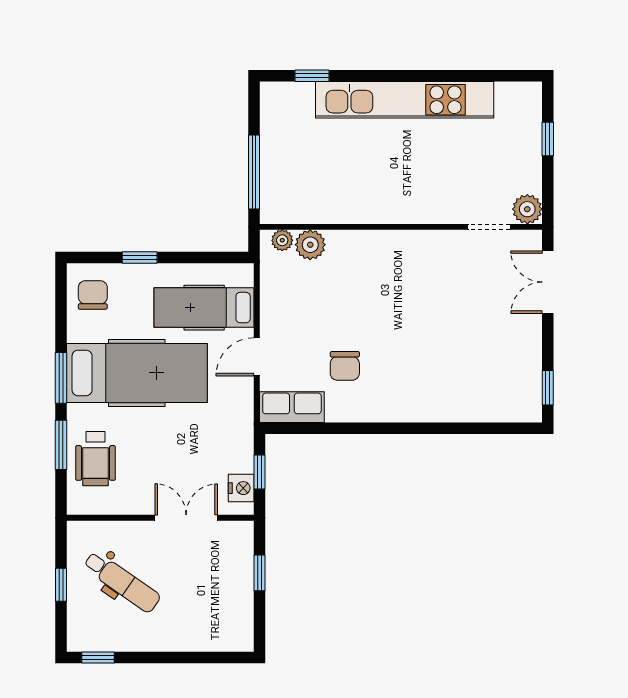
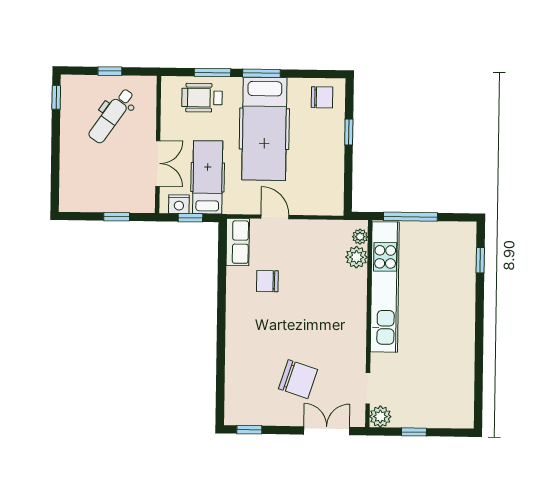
kitchen unit: (405, 100) -> (385, 287), moved, turned 180
window: (548, 139) -> (414, 432), moved
hospital bed: (204, 308) -> (208, 177), moved
chair: (478, 322) -> (298, 379), added

